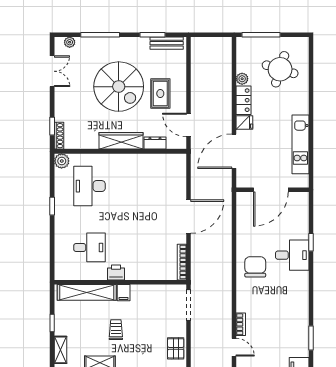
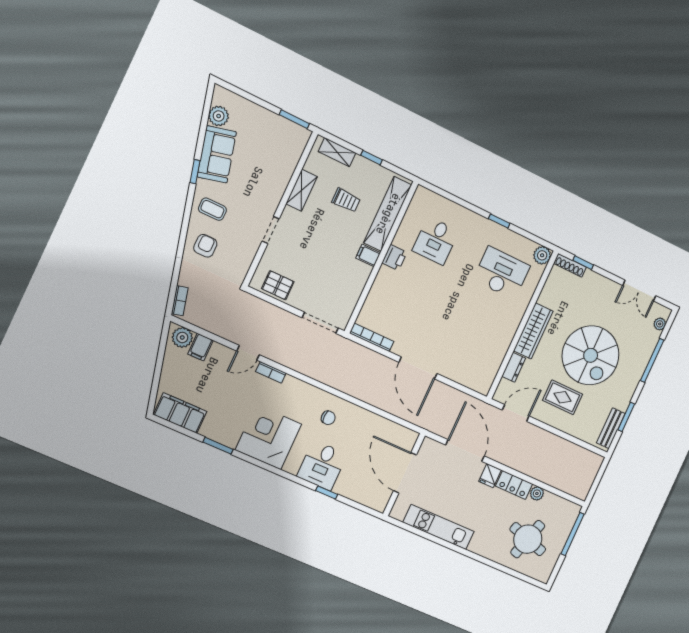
spiral stairs: (119, 87) -> (591, 355), turned -90
chair: (255, 267) -> (328, 418), width x0.54, depth x0.54
corner desk: (289, 304) -> (268, 437), added
trolley: (116, 330) -> (346, 200), moved

